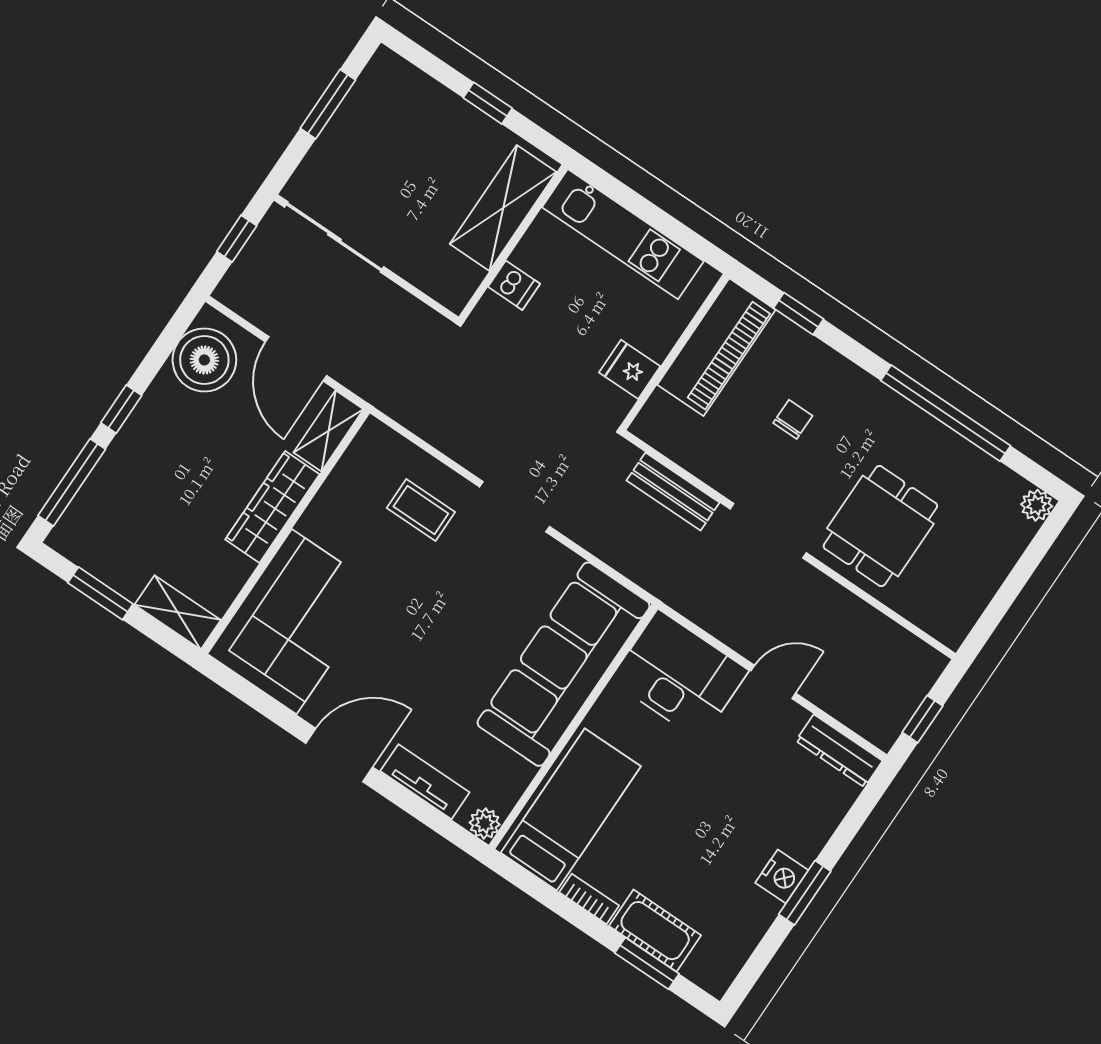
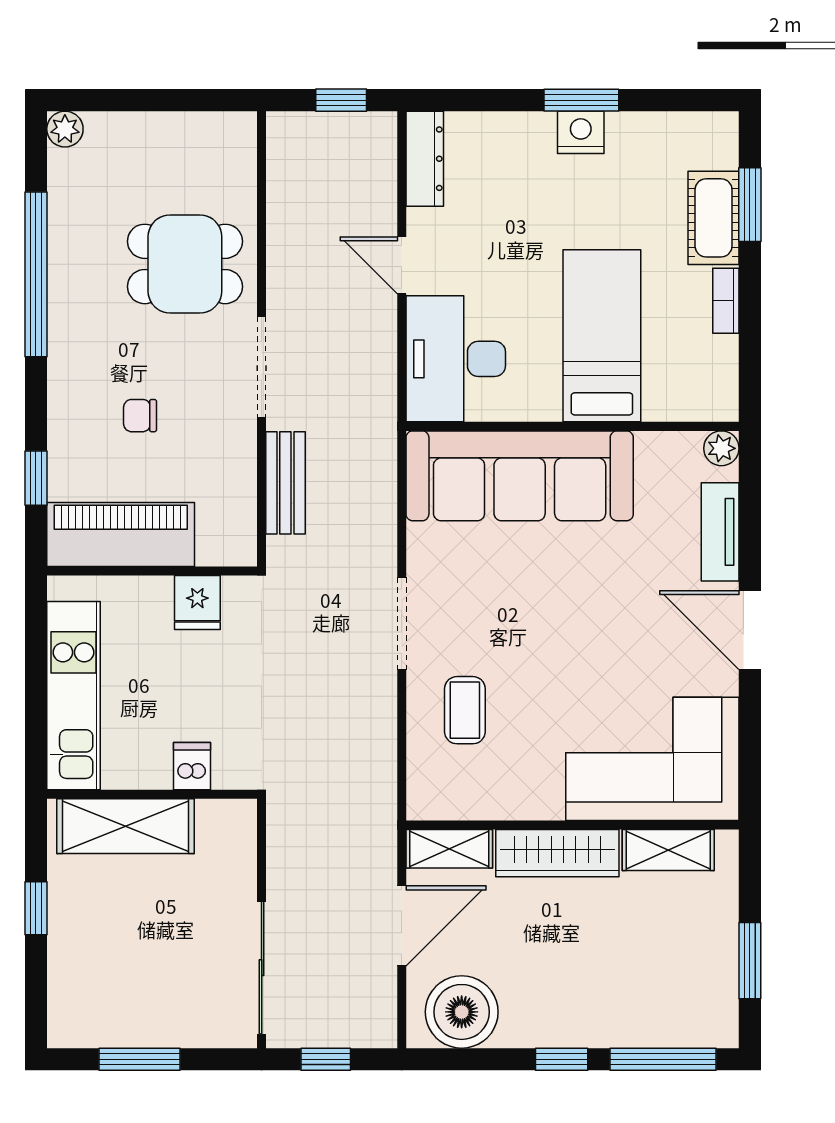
shelving: (178, 612) -> (668, 850), moved, turned 90
bed: (571, 809) -> (602, 336), moved, turned 90

